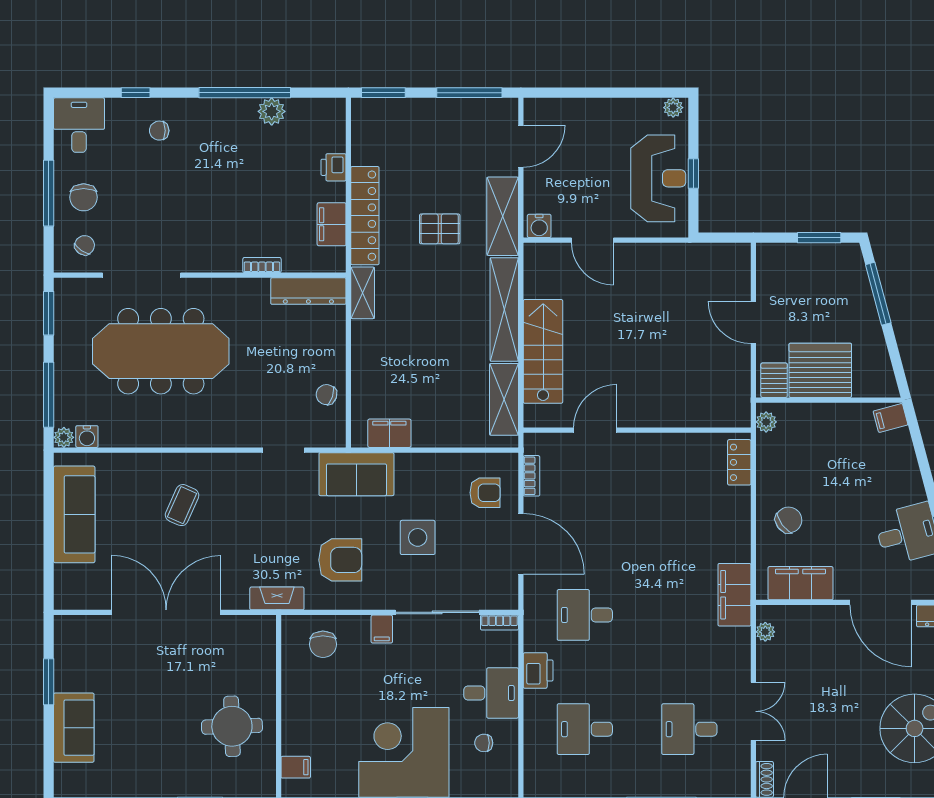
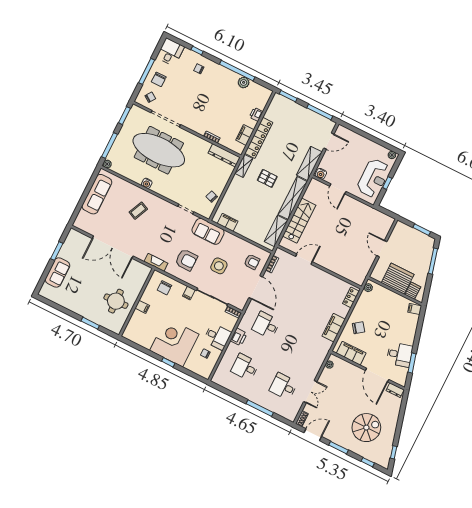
pallet: (440, 229) -> (267, 178), moved
server rack: (774, 380) -> (413, 291), moved
water cooler: (87, 437) -> (147, 183), moved
filing cabinet: (734, 595) -> (334, 328), moved
double door: (166, 612) -> (113, 247), swing flipped
filing cabinet: (296, 767) -> (142, 307), moved

